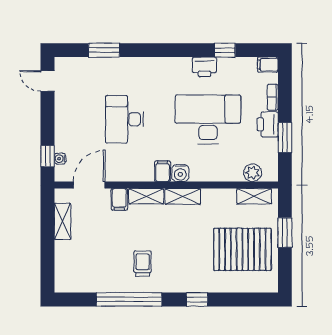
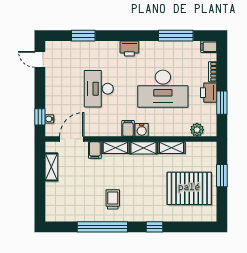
window: (225, 50) -> (176, 36), width x2.17
printer: (204, 67) -> (129, 49), moved
desk: (208, 119) -> (163, 89), turned 180
shelving: (254, 196) -> (171, 148), moved

